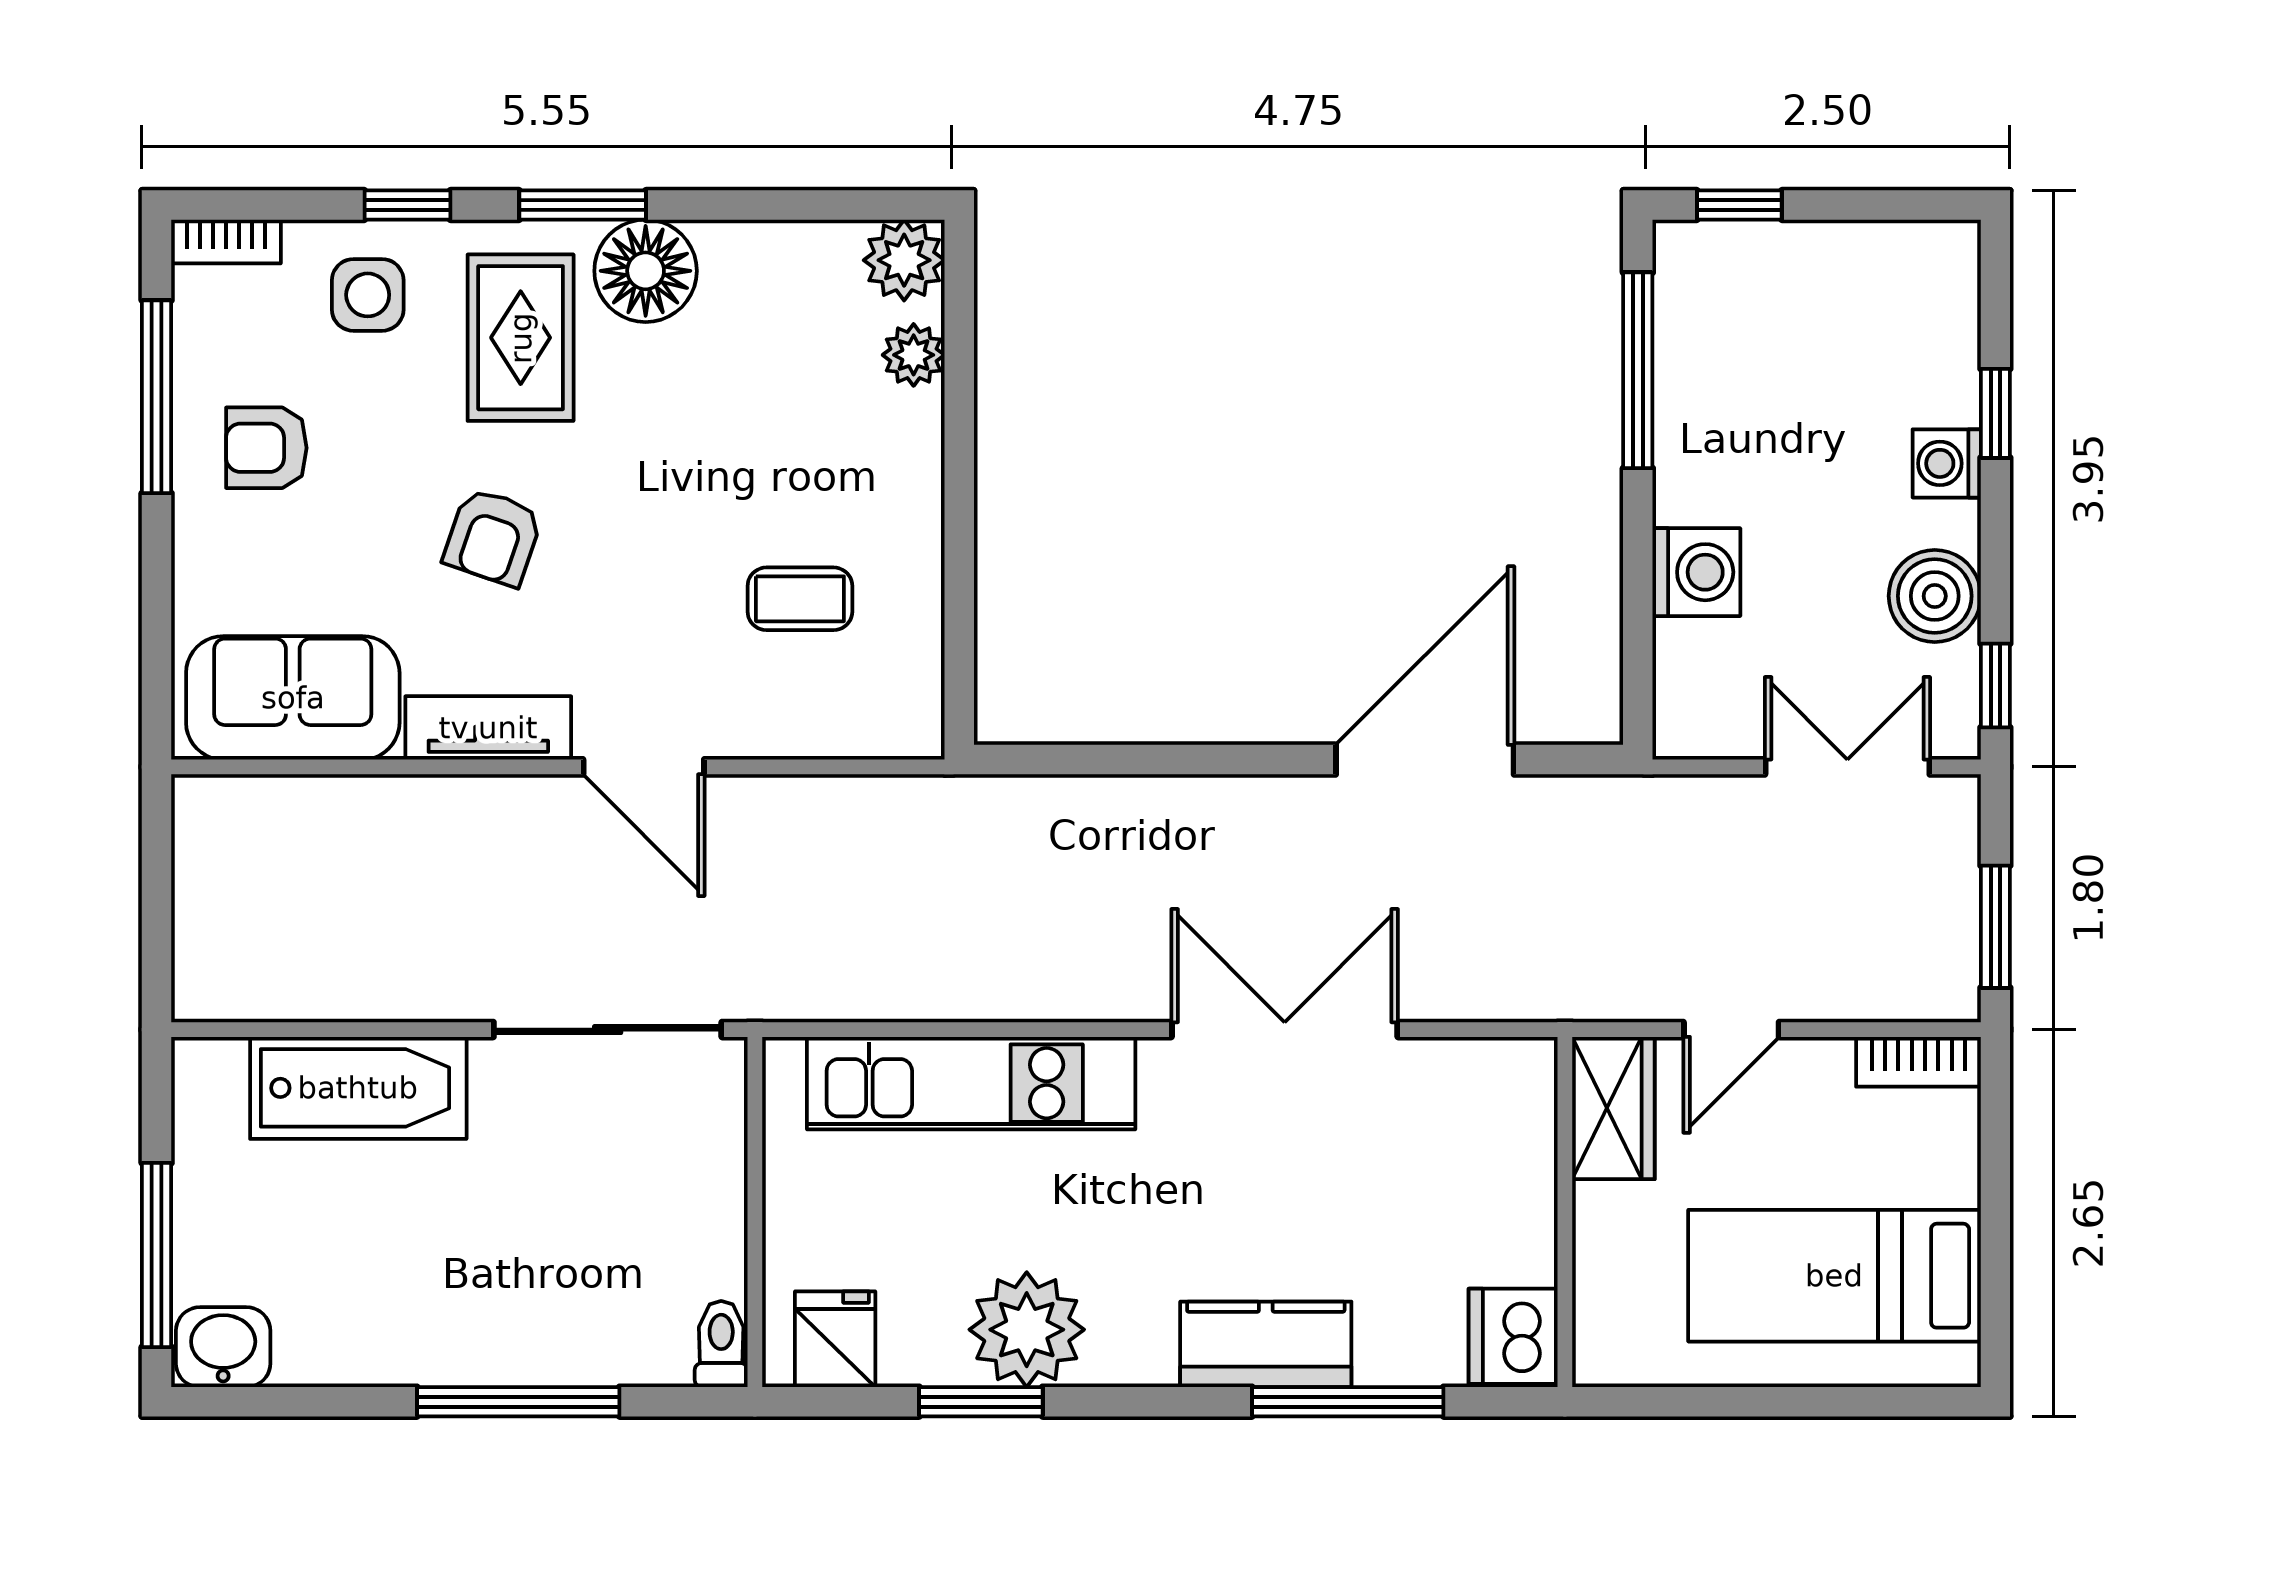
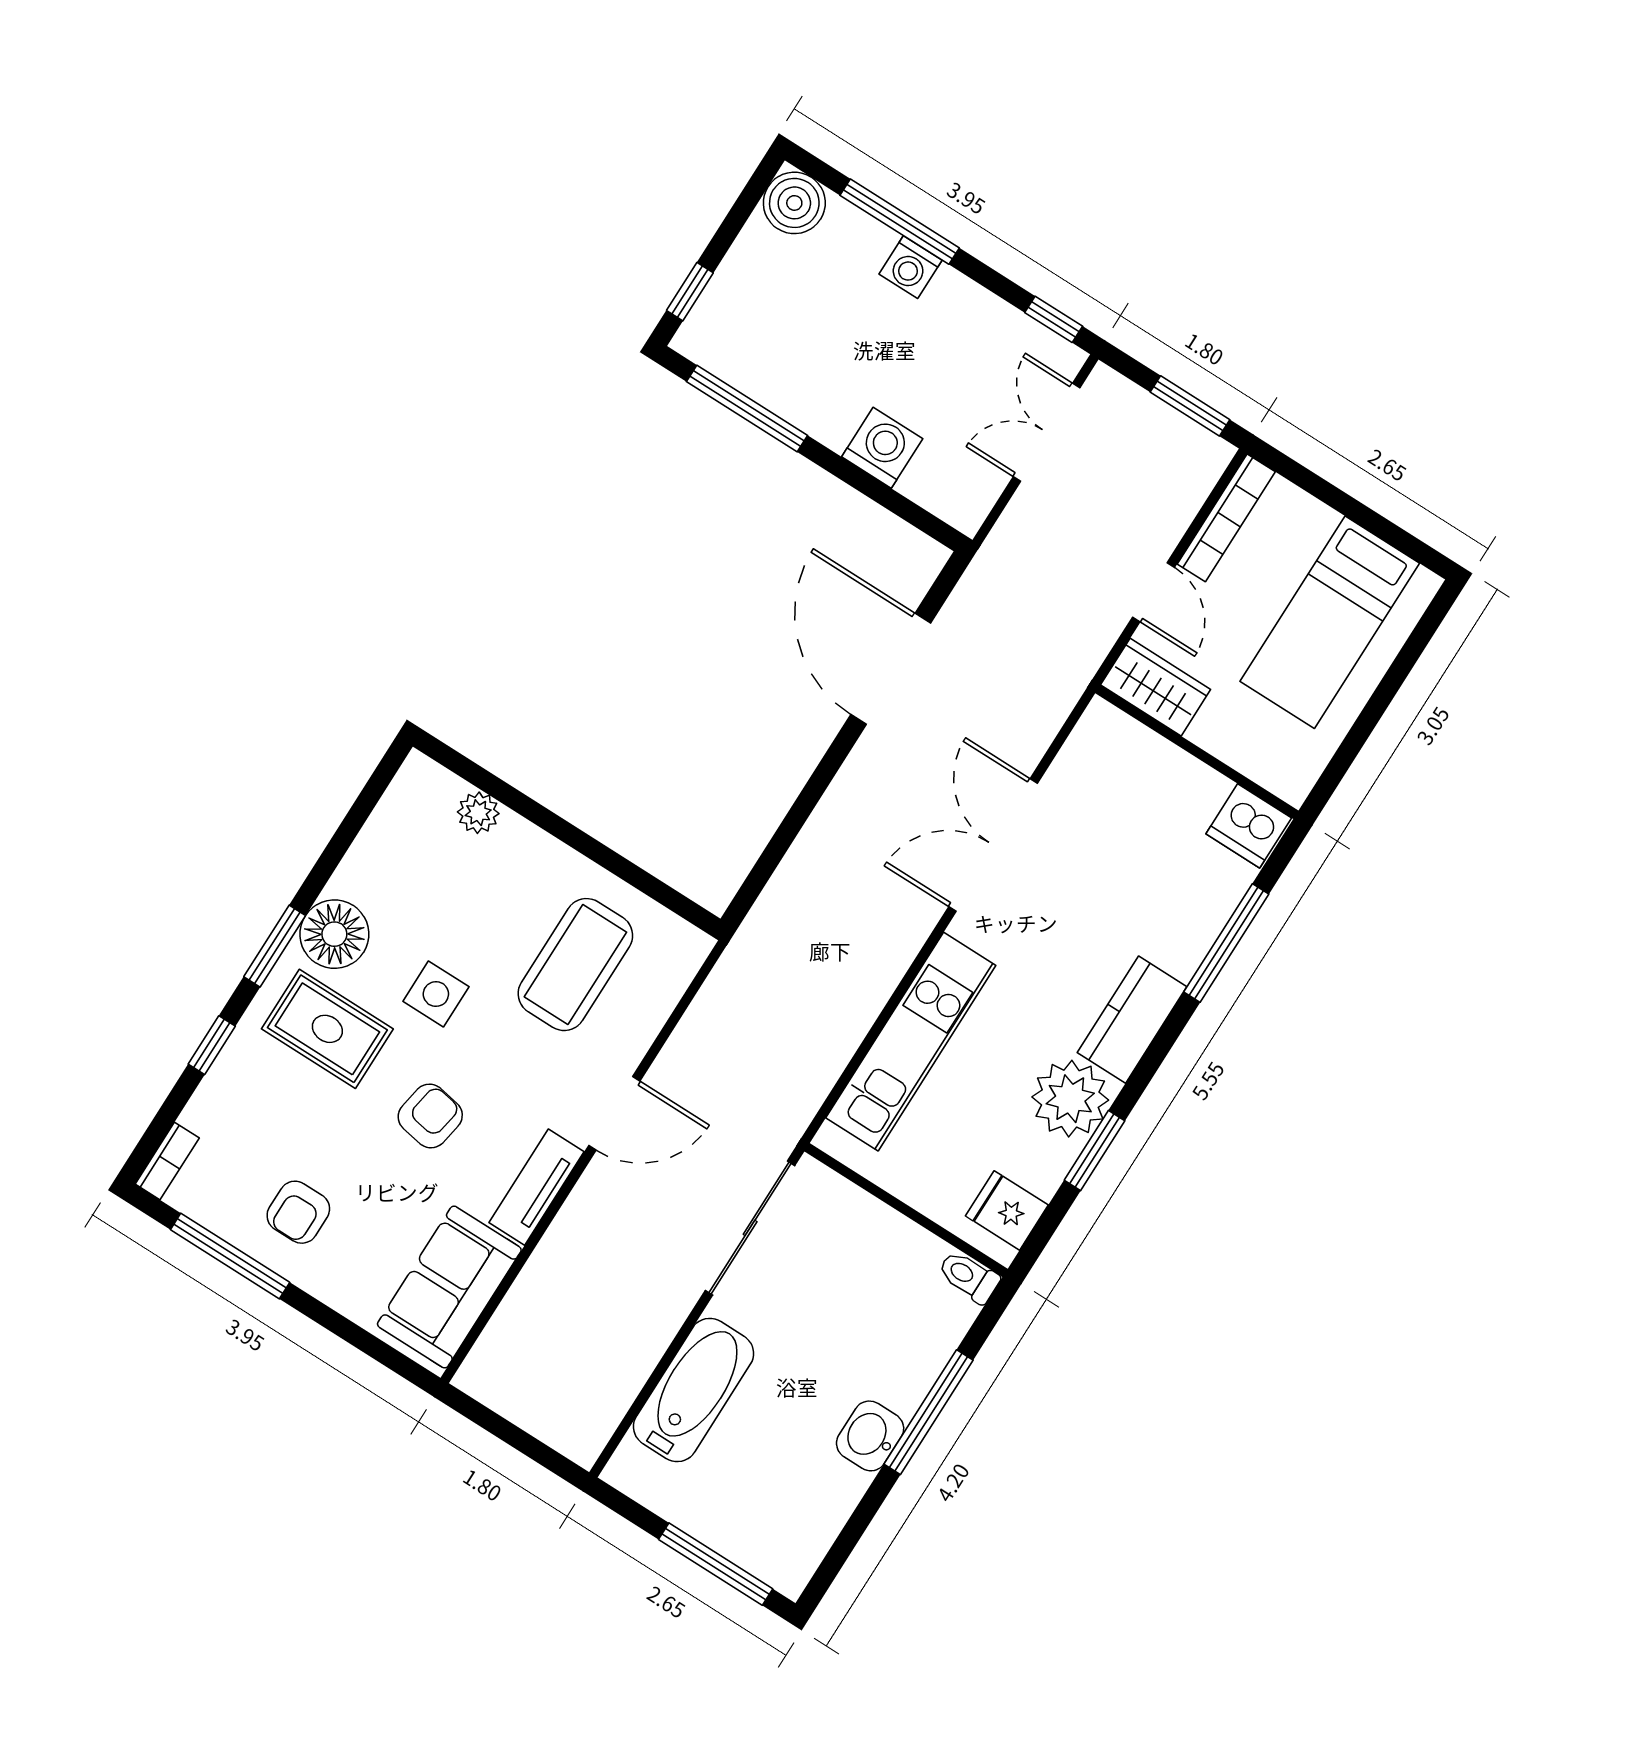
plant: (904, 260) -> (421, 784), removed
side table: (368, 295) -> (436, 994), moved
window: (1995, 413) -> (900, 222), width x2.17
armchair: (493, 537) -> (430, 1116), turned -99
boiler: (1935, 596) -> (794, 203), moved
coffee table: (800, 599) -> (575, 965), width x1.86, depth x1.72
bookcase: (1918, 1062) -> (1226, 518), width x1.56
kitchen counter: (1266, 1344) -> (1132, 1020), moved
washbasin: (223, 1347) -> (870, 1436), moved

